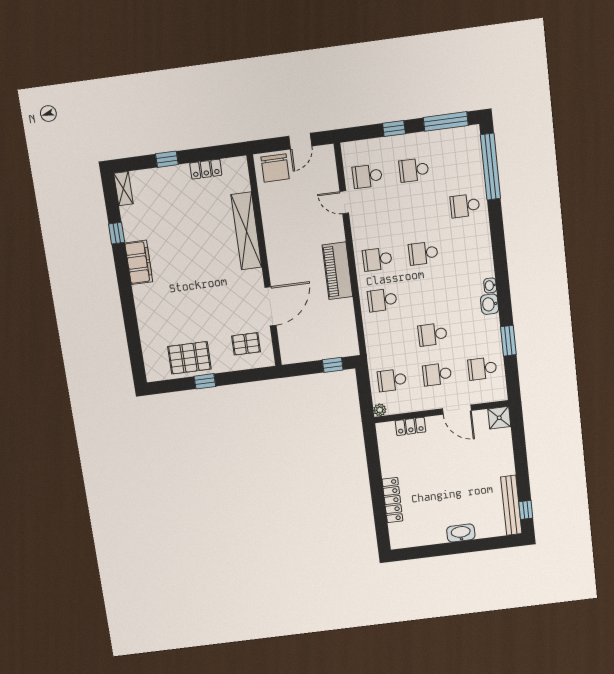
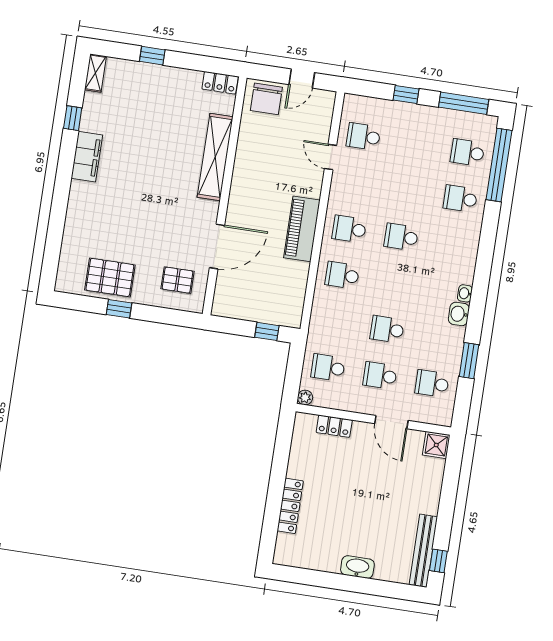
locker: (206, 169) -> (220, 83), moved
school desk: (414, 170) -> (467, 152), moved

